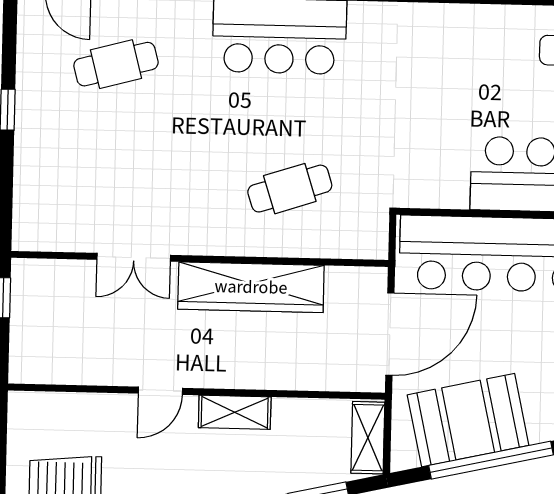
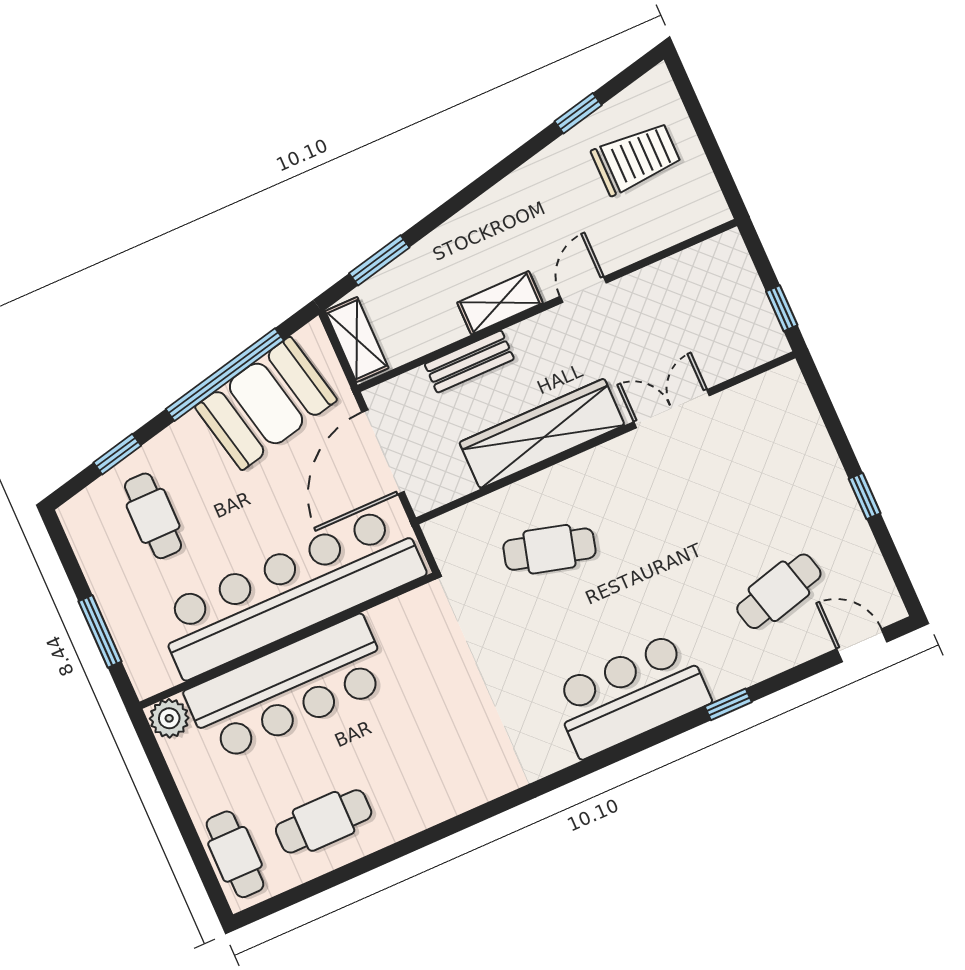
cafe table: (290, 189) -> (549, 549), turned 33
bench: (283, 375) -> (469, 362), added

